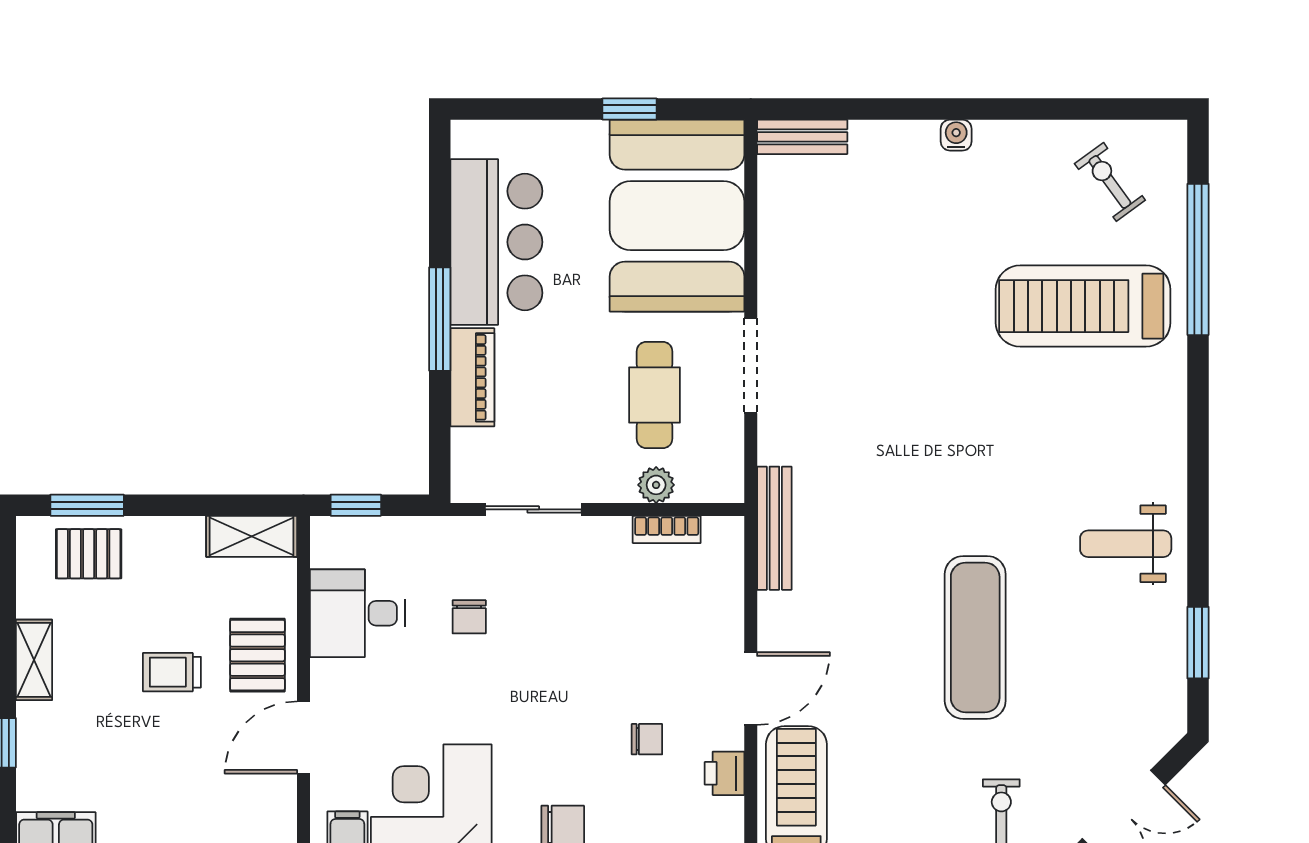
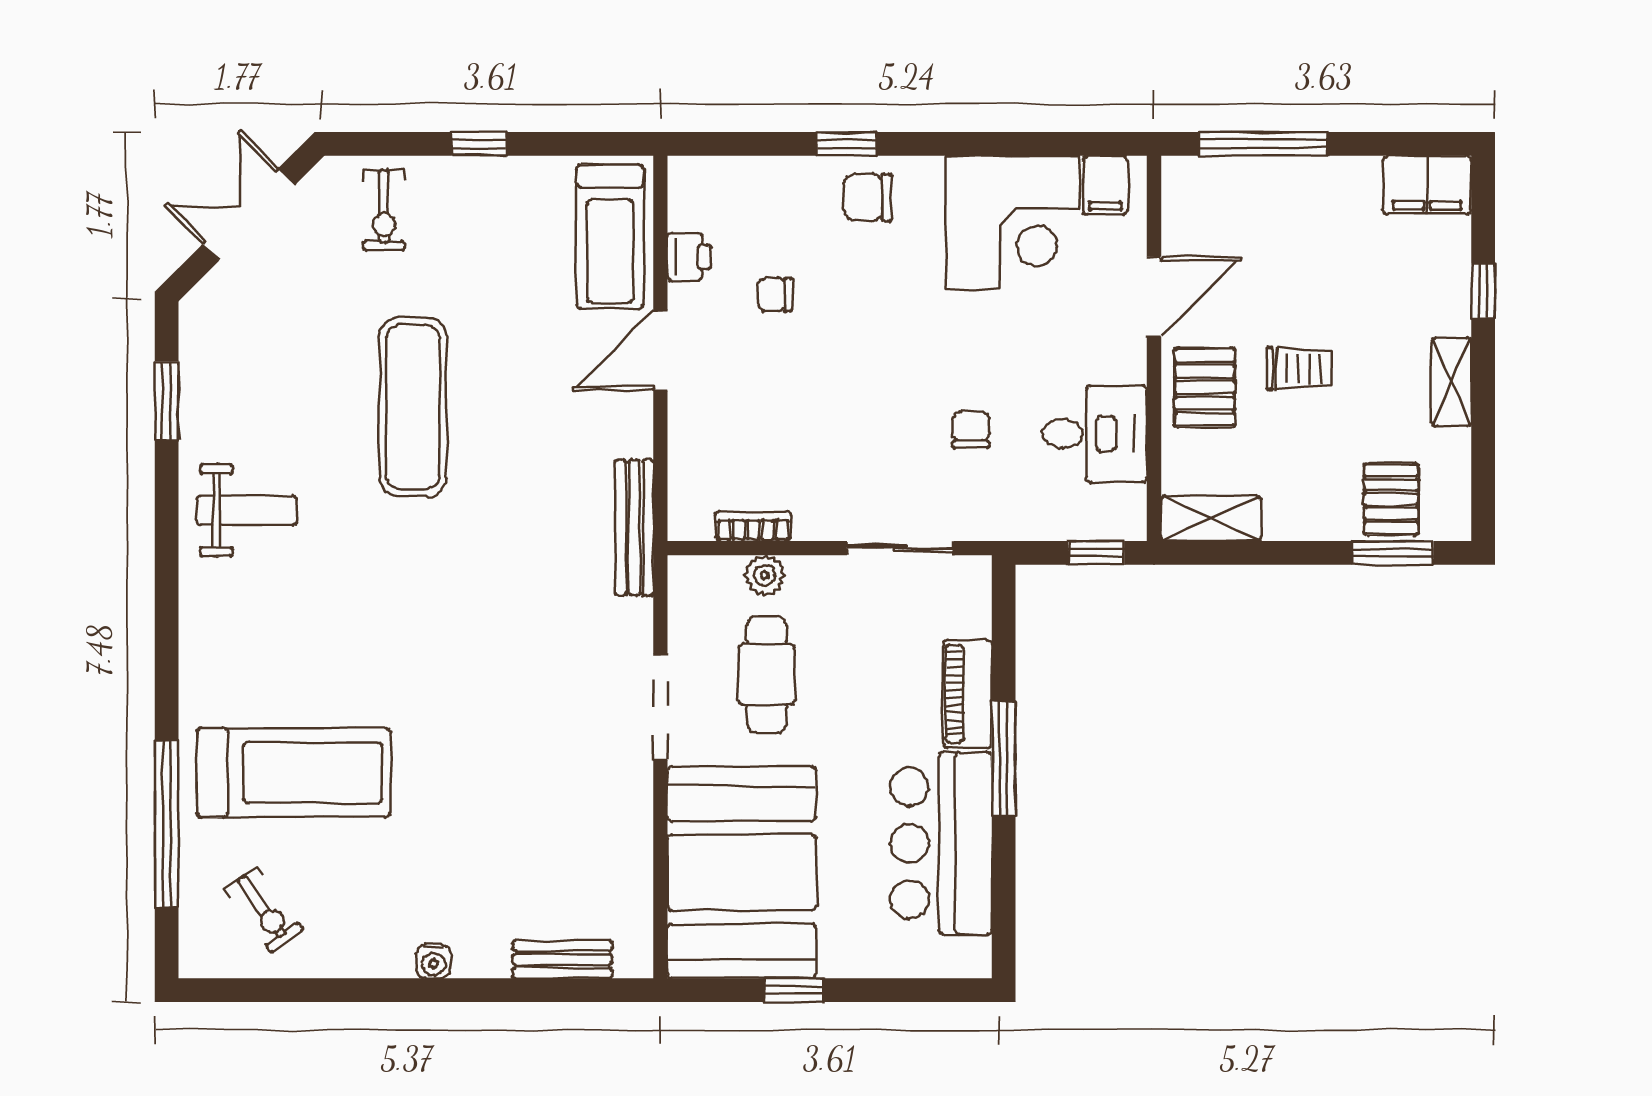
bench: (802, 137) -> (562, 959), moved
pallet: (89, 554) -> (1391, 499), turned 90

